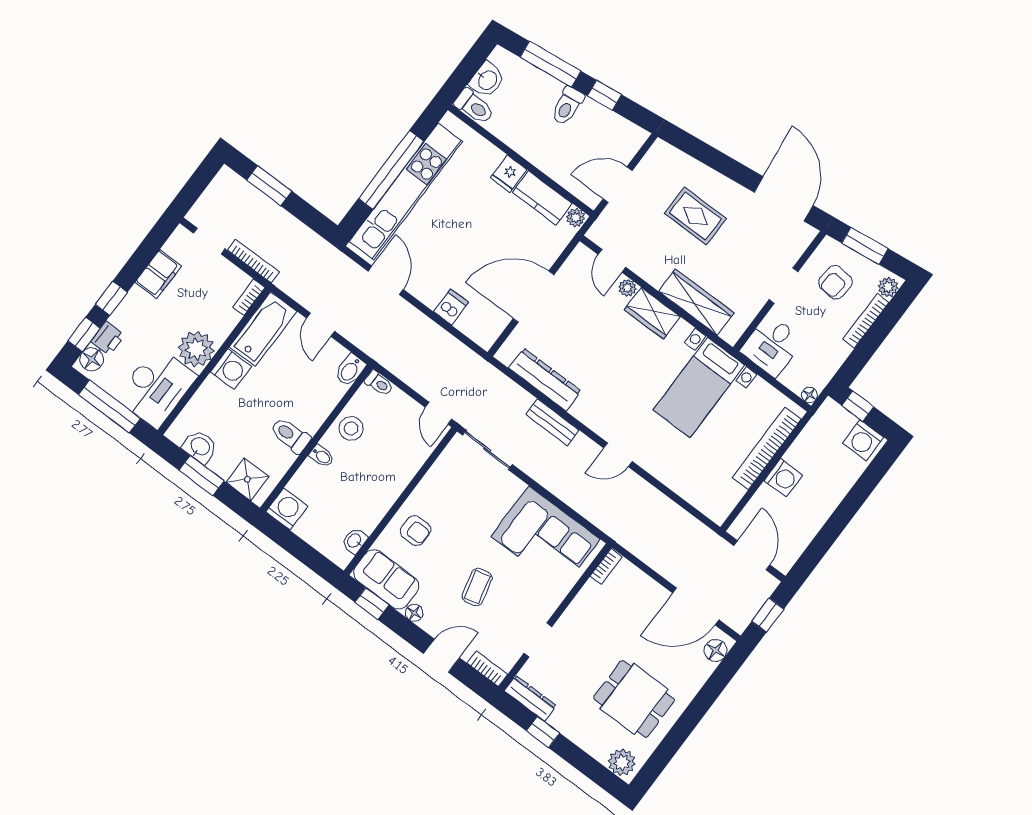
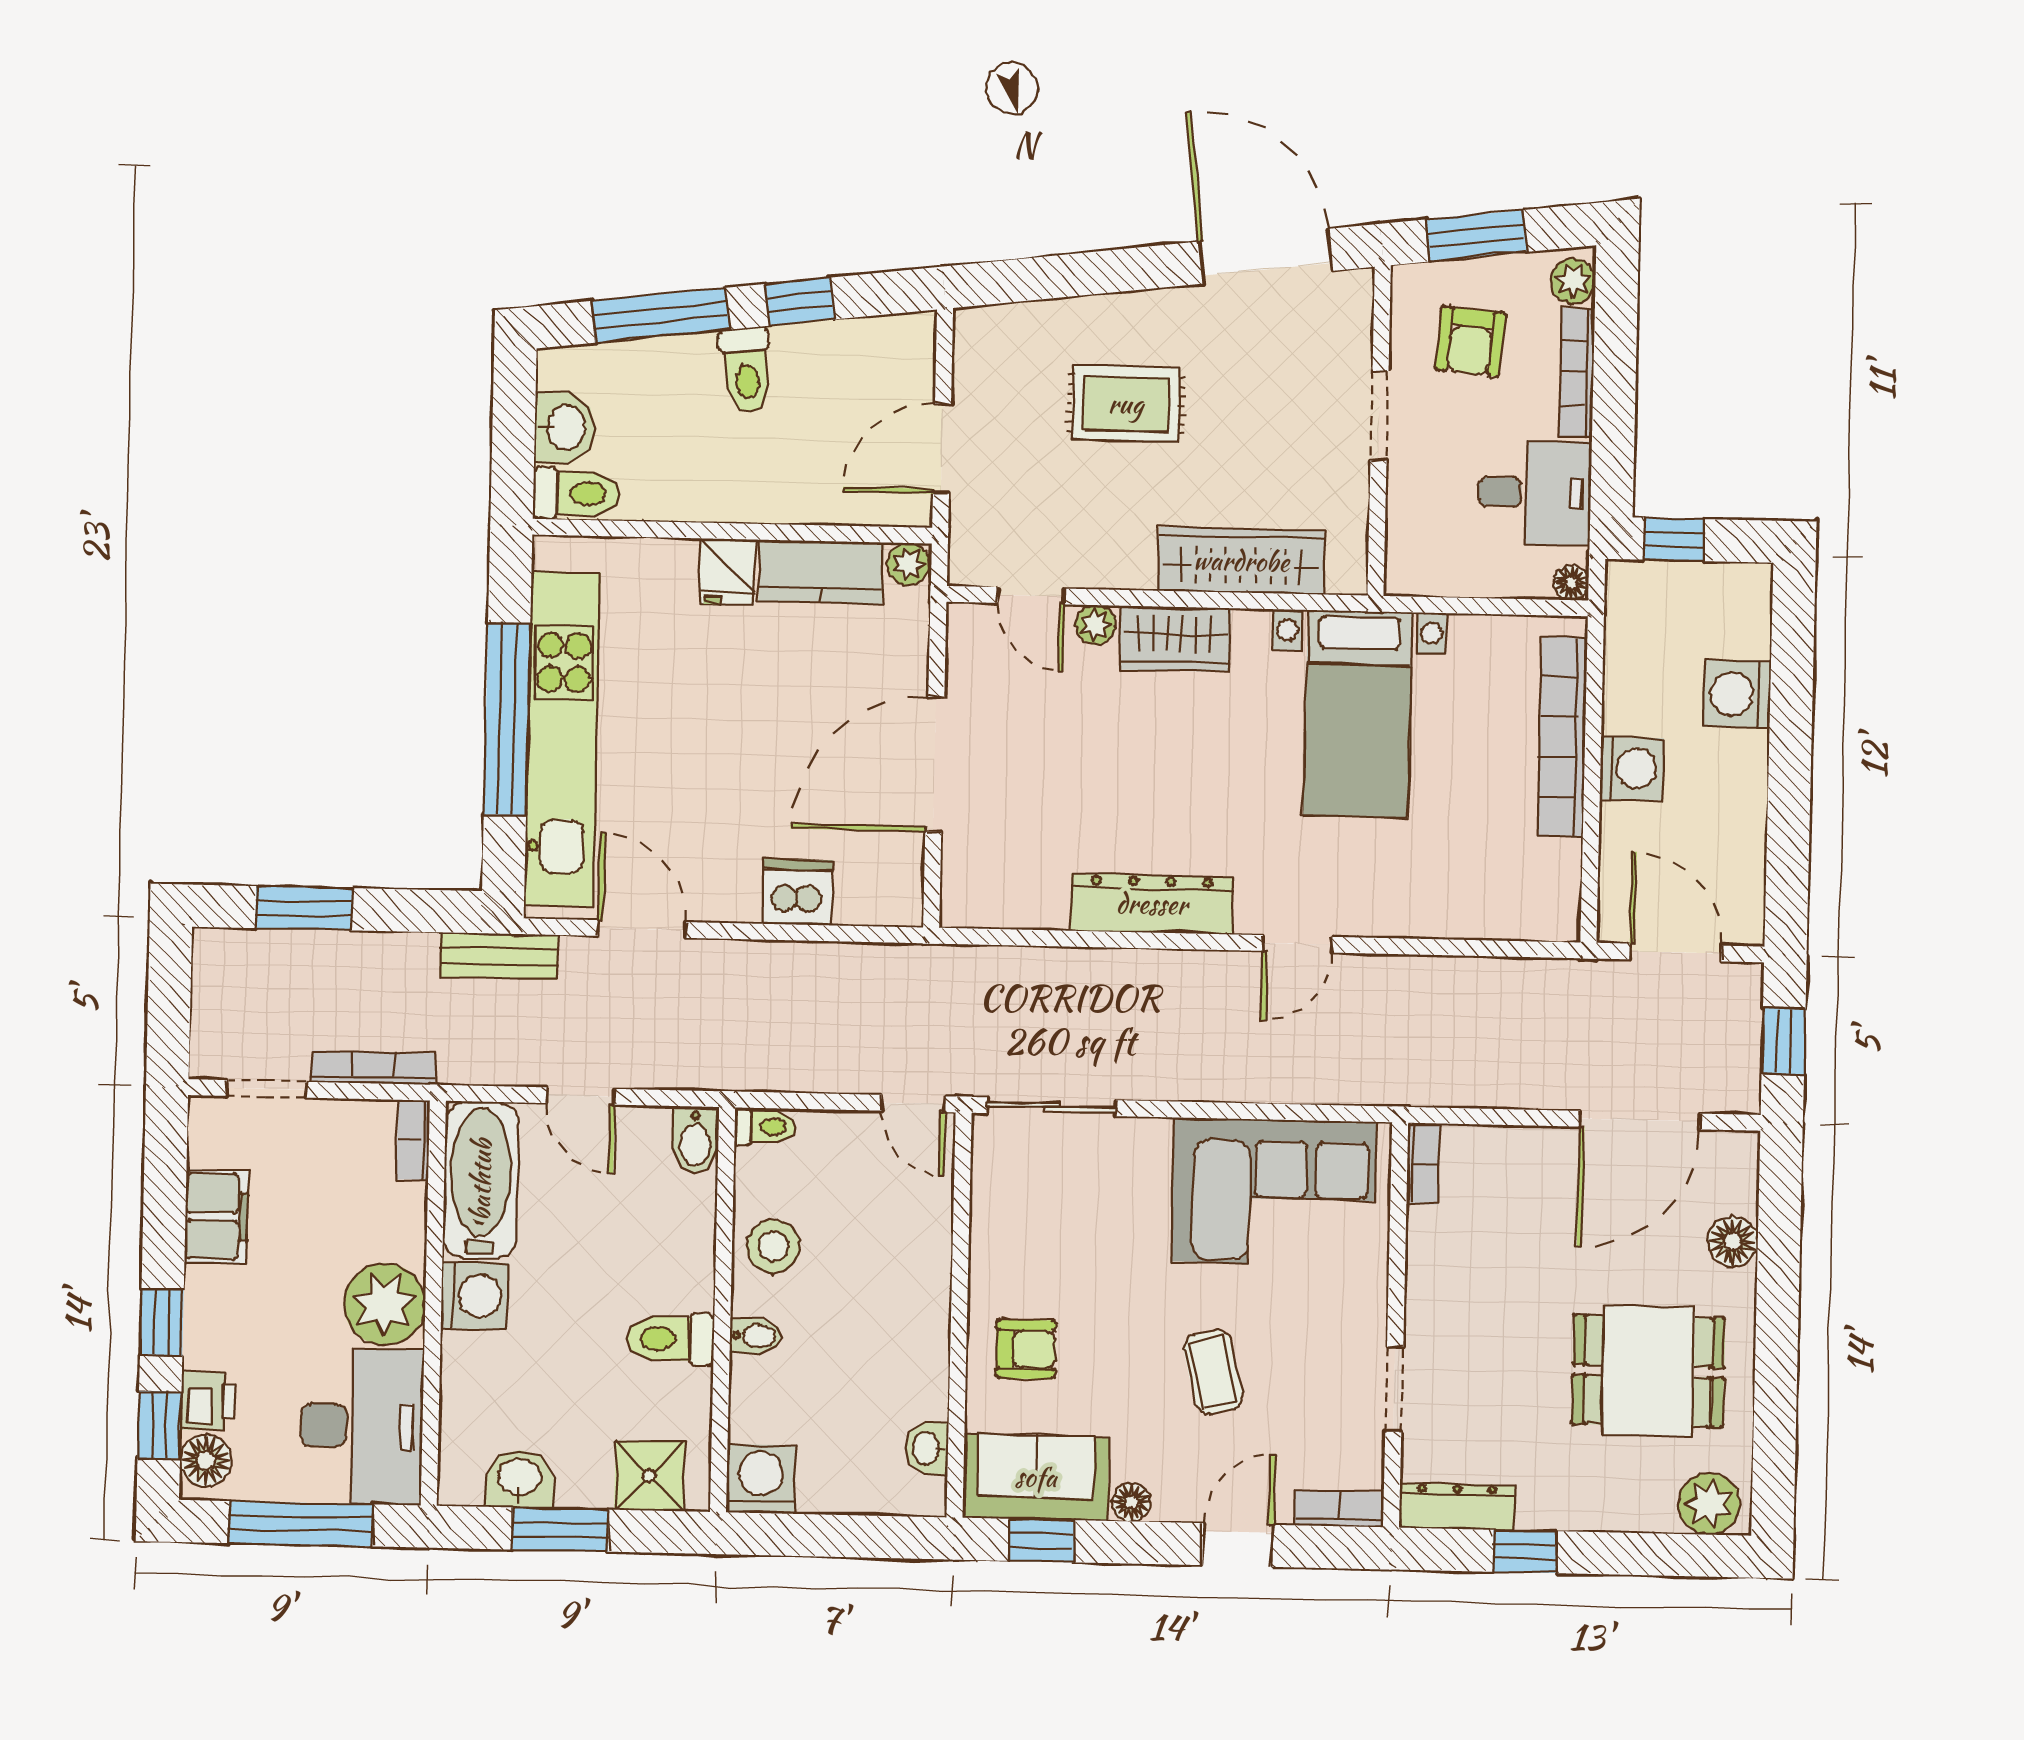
dishwasher: (451, 307) -> (797, 892), width x1.38
desk: (772, 345) -> (1535, 492), moved, turned -90
dresser: (545, 380) -> (1152, 904), moved
bench: (552, 422) -> (499, 956), moved
washing machine: (863, 440) -> (1737, 694), moved, turned 90
floor lamp: (716, 650) -> (1733, 1242), moved

